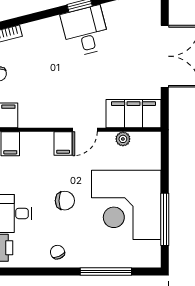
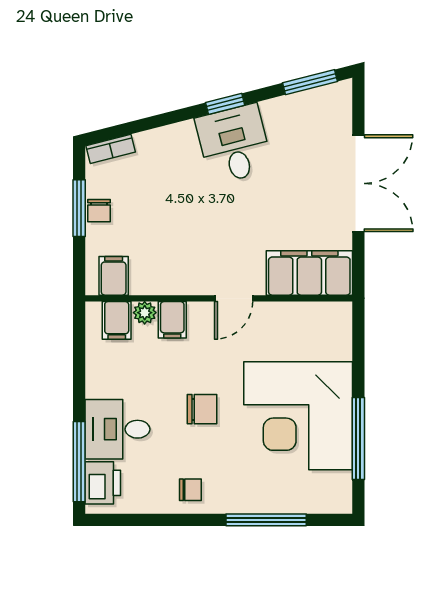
plant: (123, 139) -> (145, 313), moved
filing cabinet: (63, 143) -> (172, 320), moved
chair: (57, 252) -> (190, 490), turned 114

